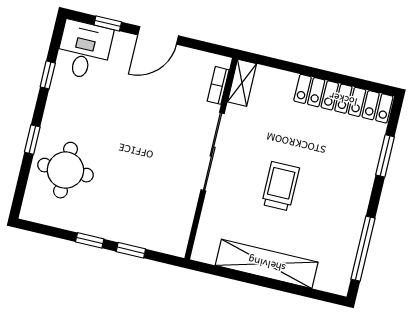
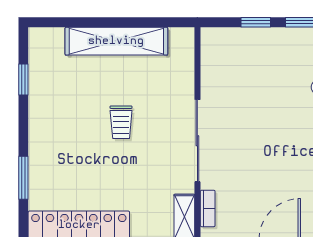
trolley: (280, 186) -> (121, 122), width x0.73, depth x0.72
window: (363, 249) -> (23, 79), width x0.46

